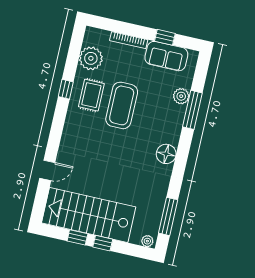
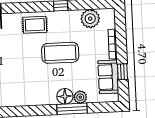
rug: (91, 95) -> (35, 25), moved
floor lamp: (166, 154) -> (65, 96), moved

